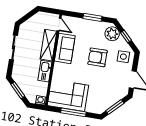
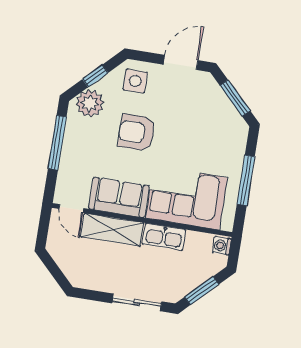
window: (92, 17) -> (57, 143), width x1.44
door: (59, 25) -> (71, 209), swing flipped
sliding door: (13, 47) -> (137, 302), moved
armchair: (97, 57) -> (137, 132), turned 90
corner sofa: (68, 95) -> (187, 198), moved, turned 90

